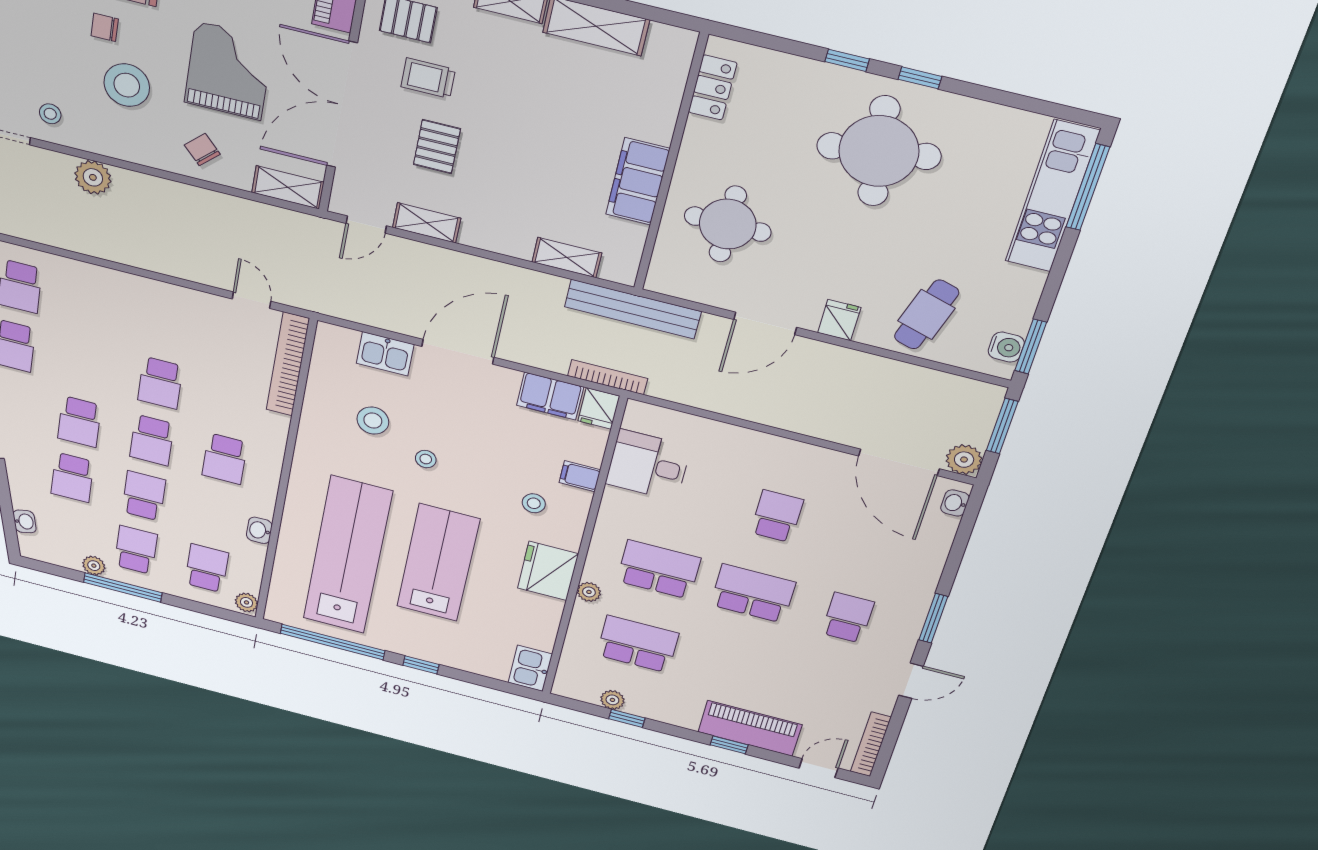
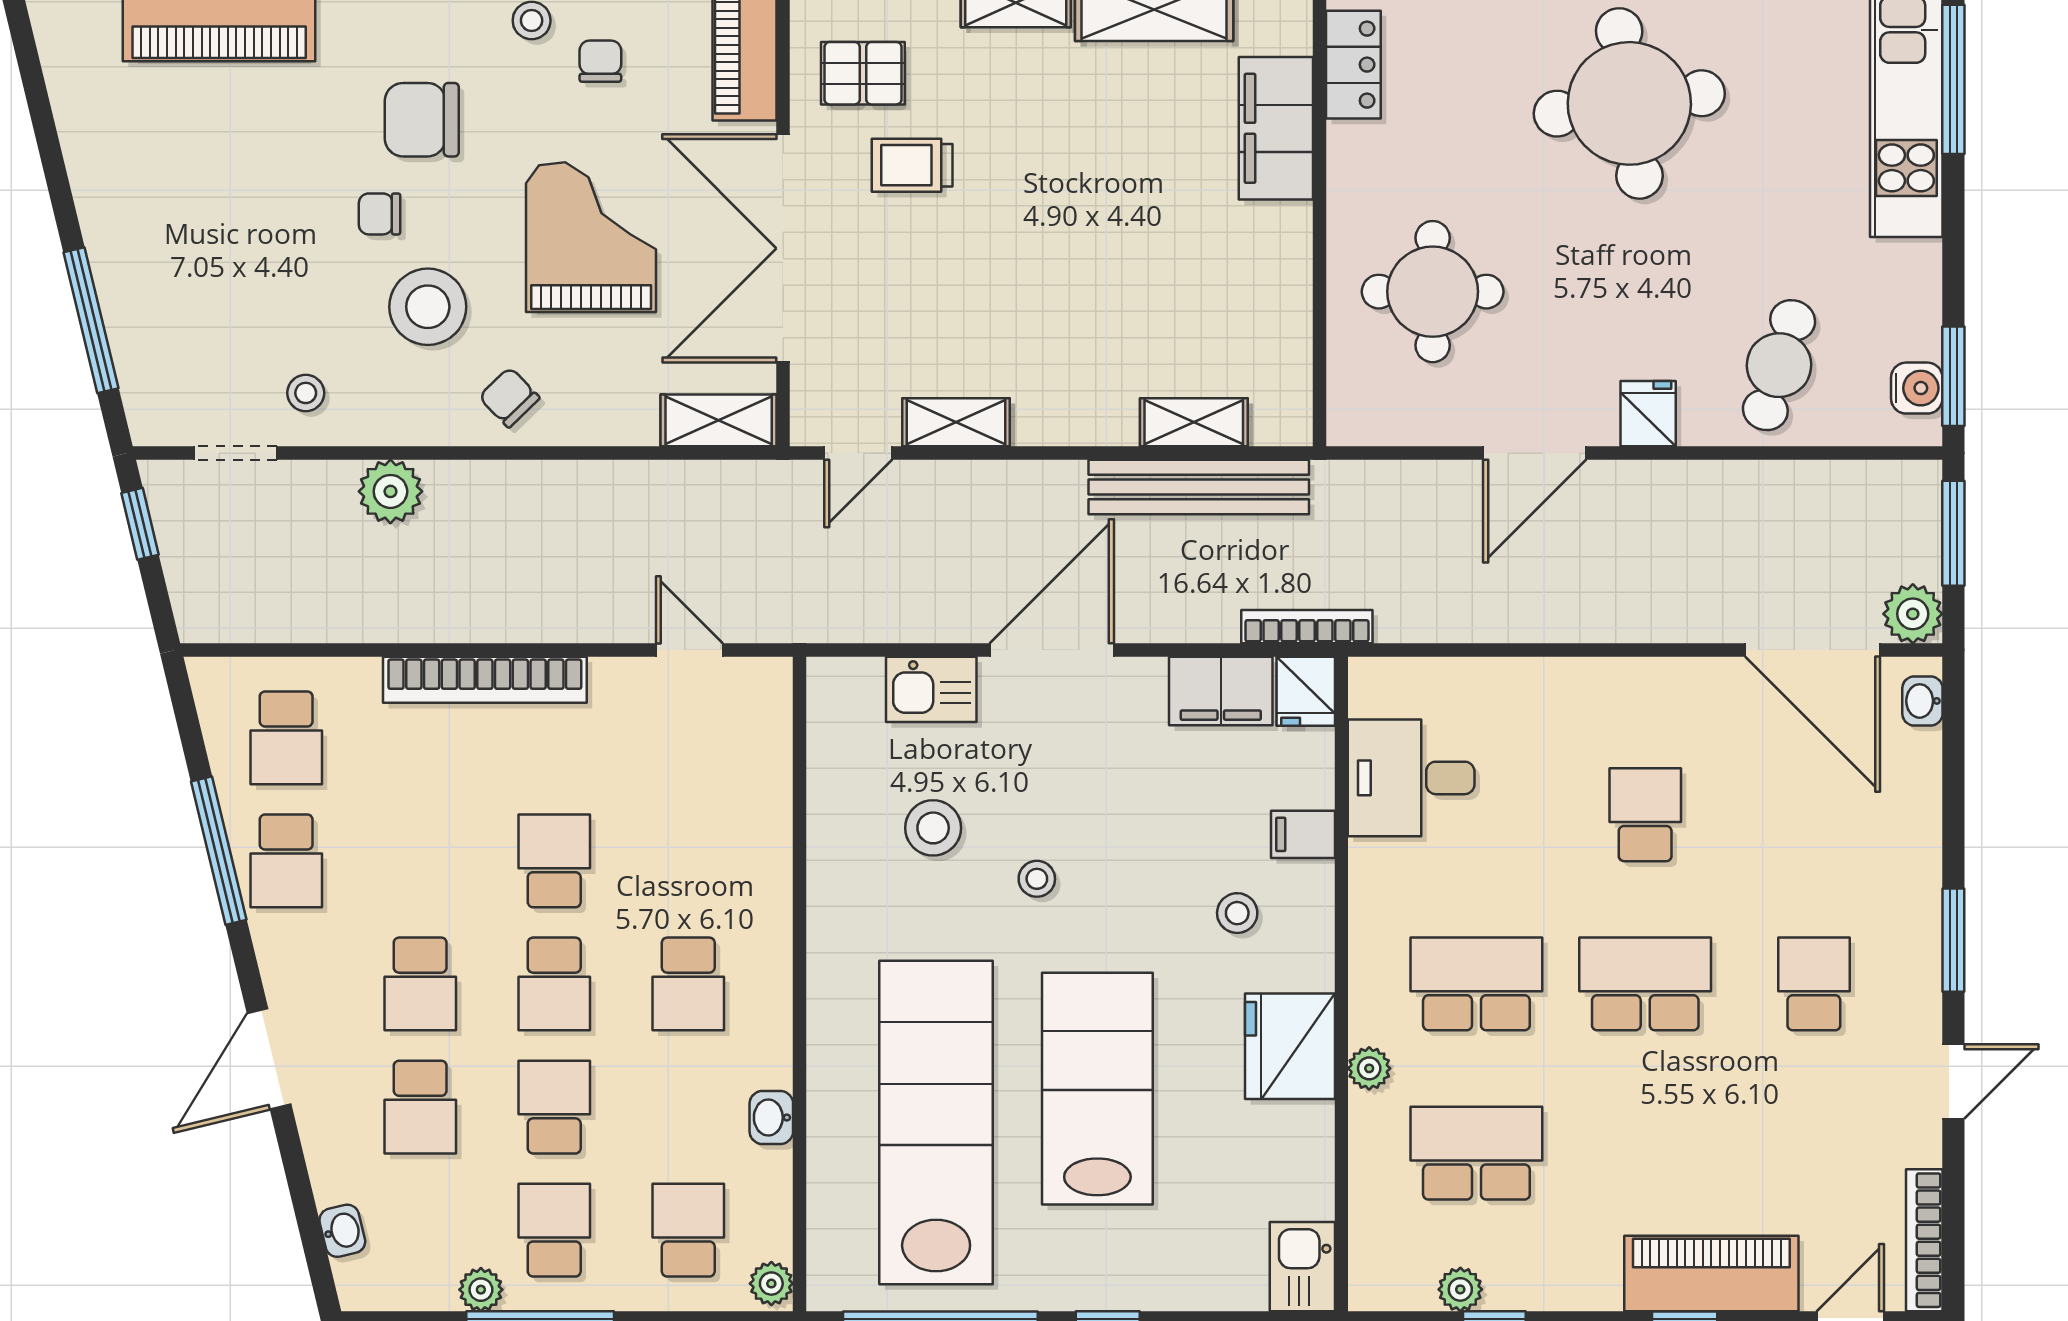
pallet: (437, 147) -> (948, 281), removed
chair: (202, 150) -> (509, 397), moved
filing cabinet: (638, 181) -> (1276, 128), moved
bench: (633, 309) -> (1199, 487), moved
bookcase: (288, 364) -> (485, 680), moved, turned -90
school desk: (160, 383) -> (554, 861), turned 180

